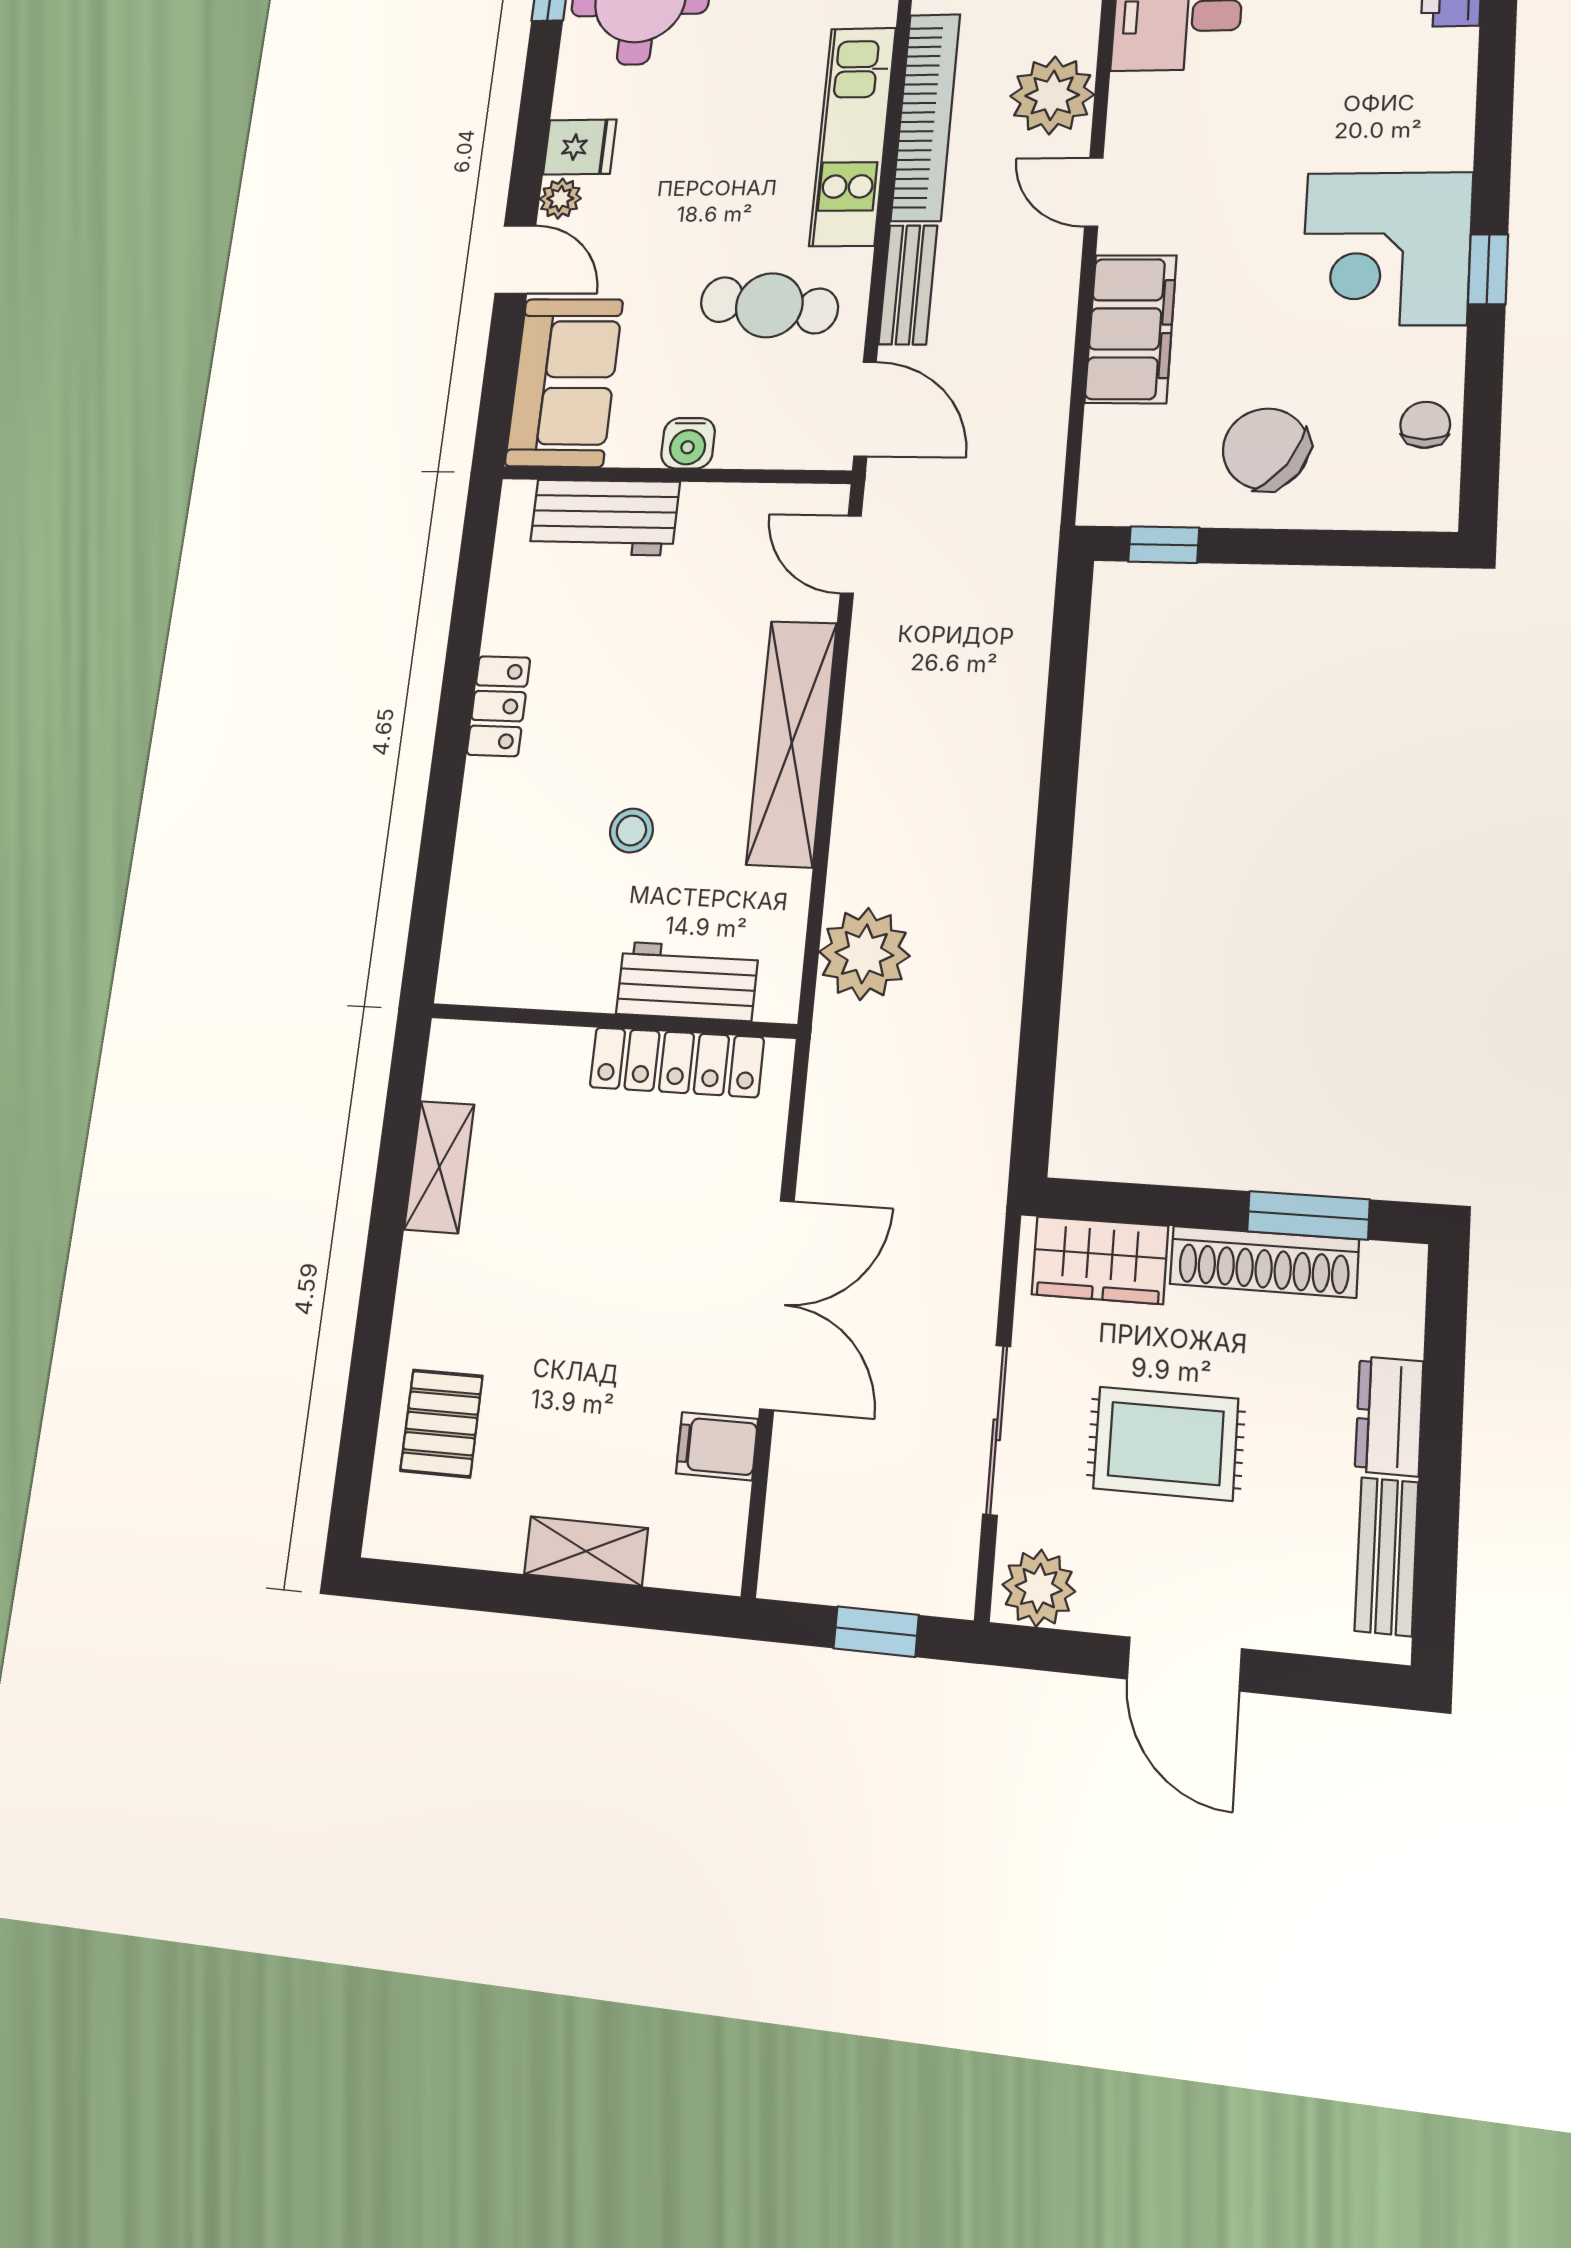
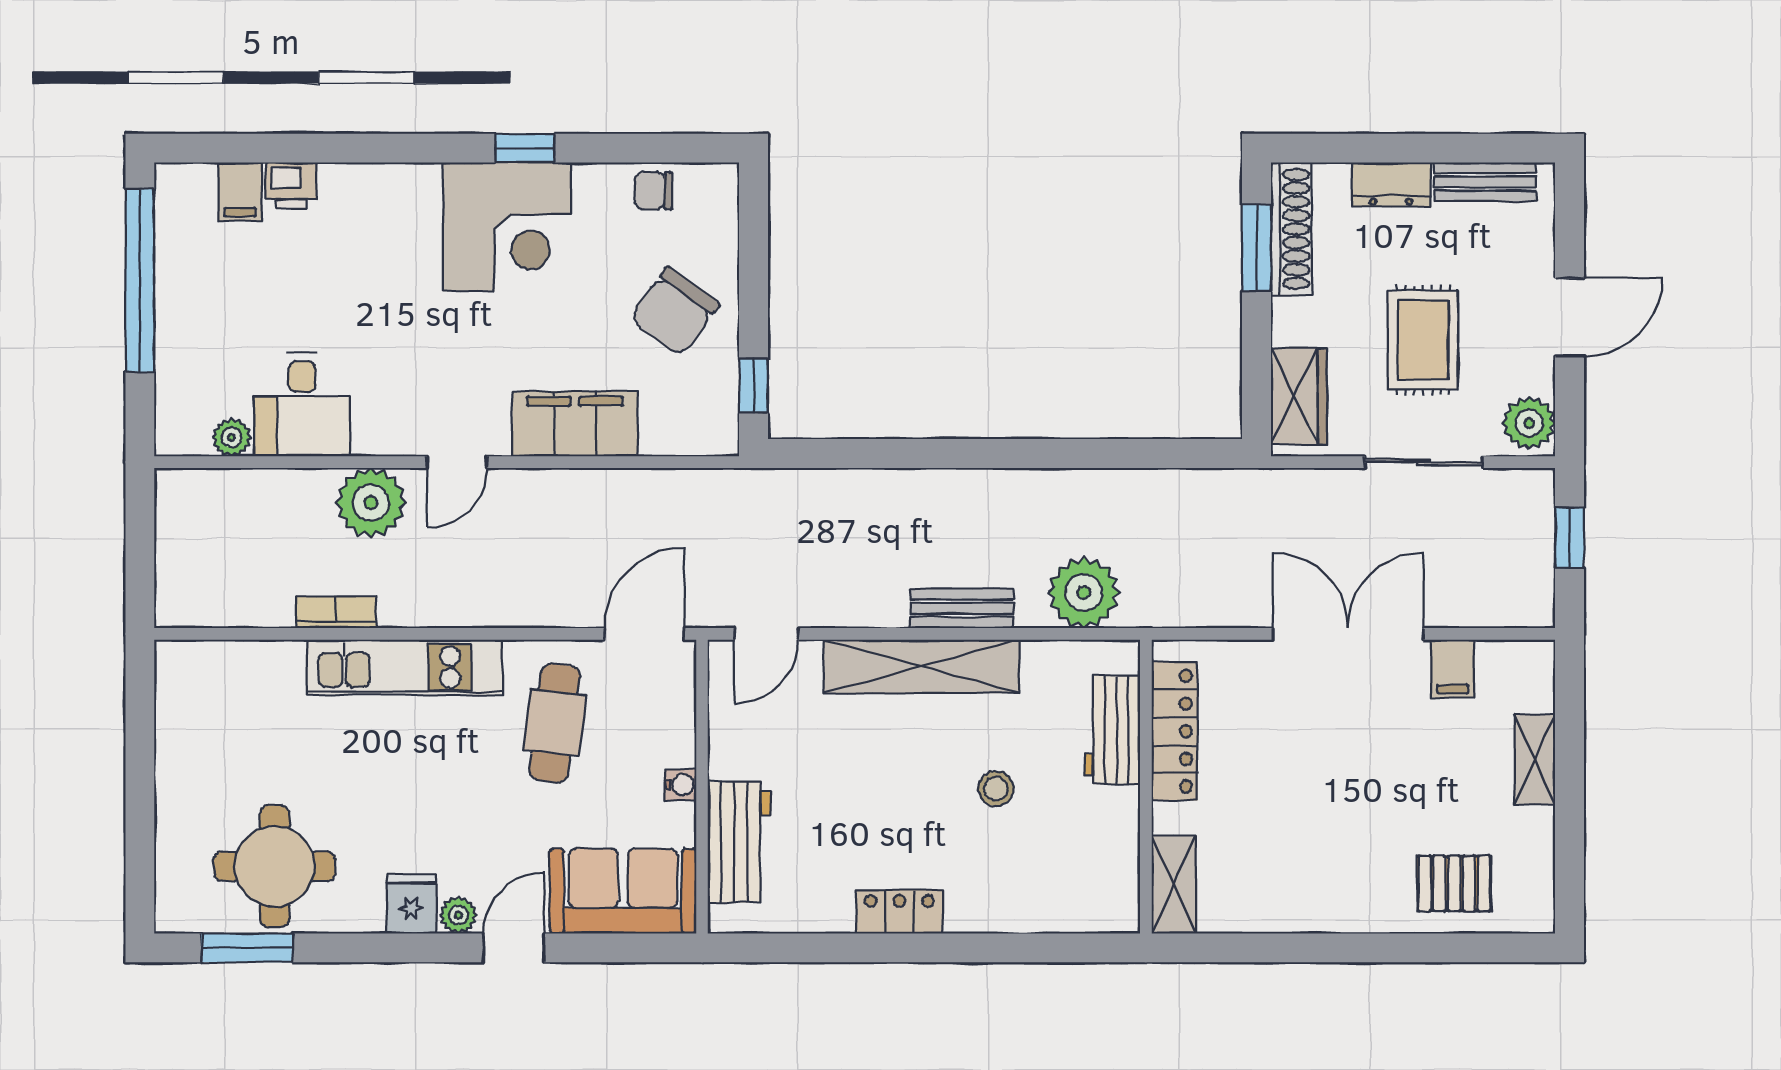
bookcase: (925, 117) -> (336, 612), width x0.43, depth x0.76
bench: (908, 285) -> (962, 608), moved
water cooler: (688, 443) -> (681, 785), width x0.72, depth x0.72
shelving: (439, 1167) -> (1174, 885), moved, turned 90
shoe rack: (1264, 1262) -> (1291, 229), moved

